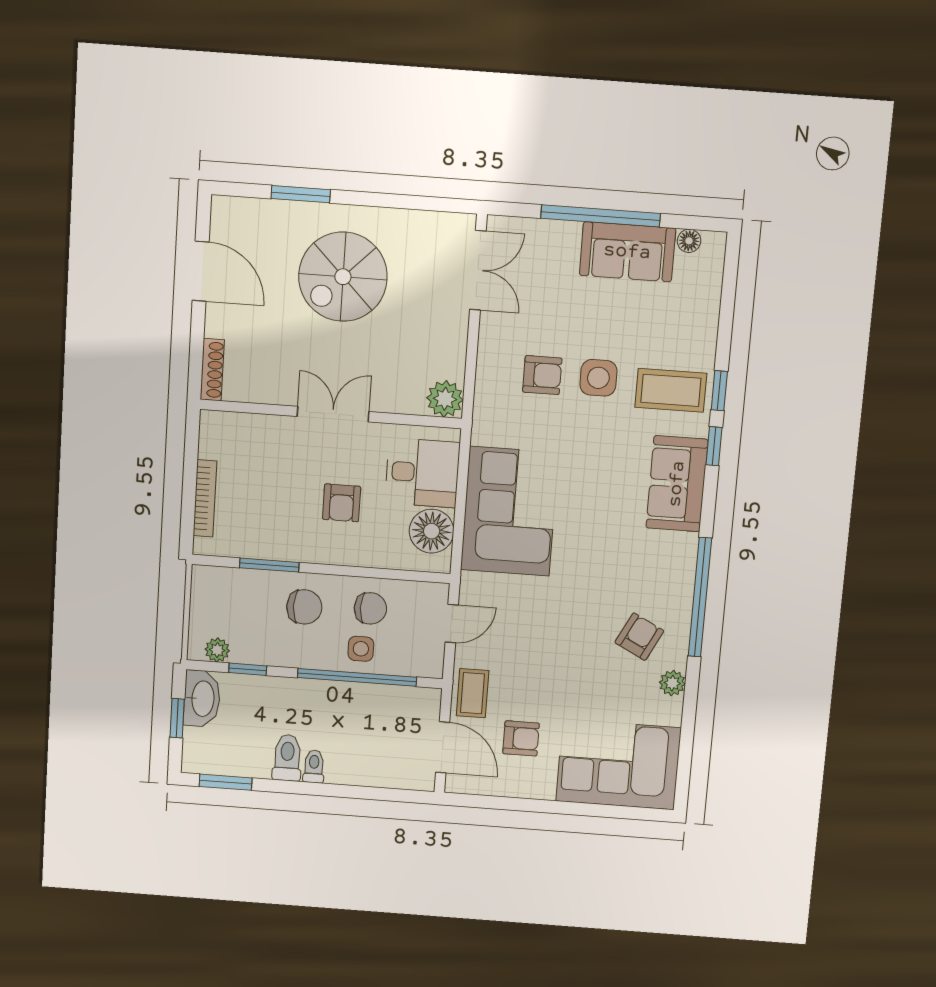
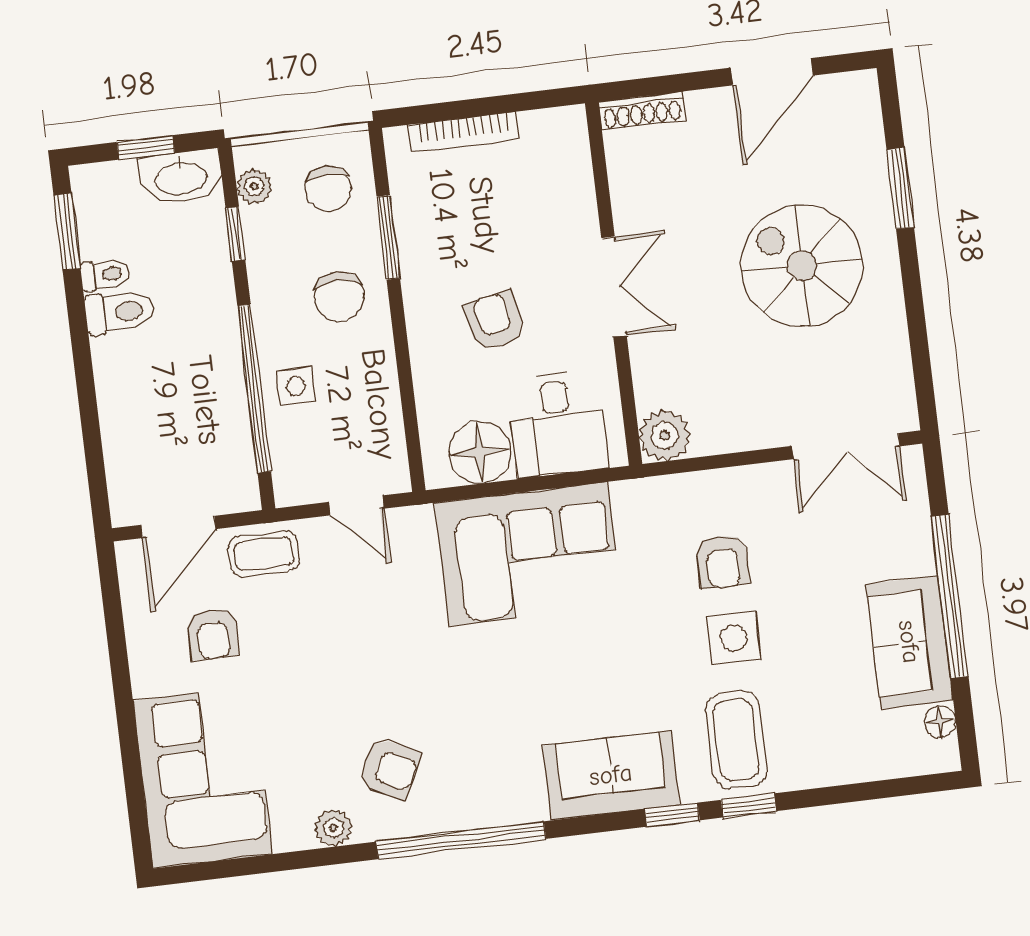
armchair: (342, 503) -> (494, 321), turned 78
chair: (370, 608) -> (329, 189), moved
toilet: (314, 766) -> (105, 275), moved

